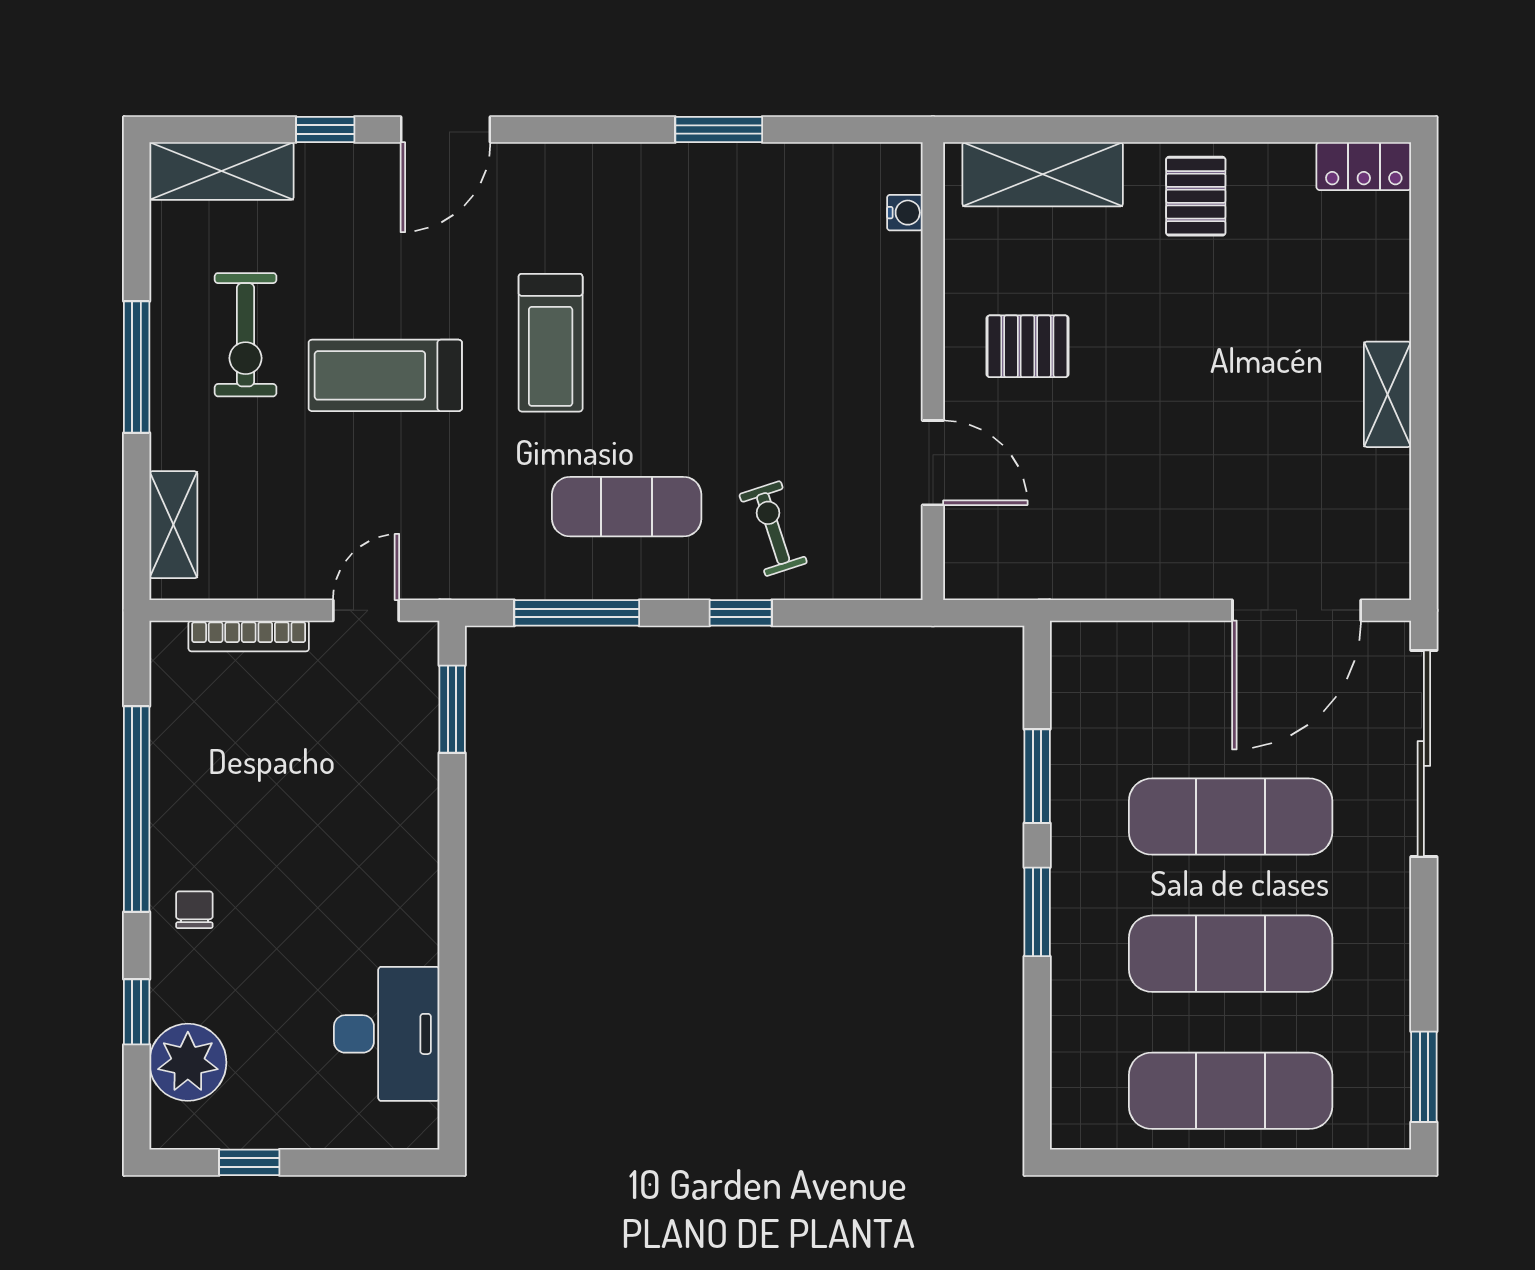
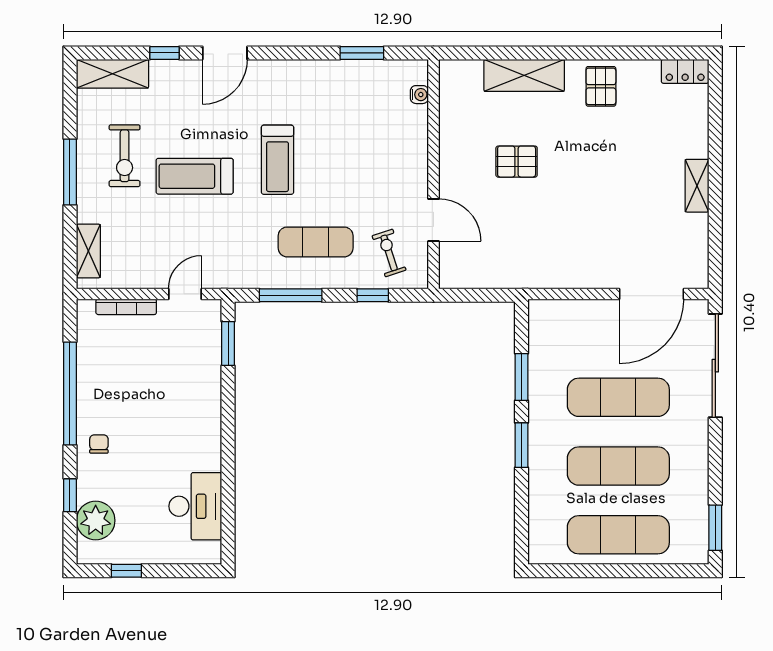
water cooler: (905, 213) -> (419, 95), moved
wall: (933, 371) -> (433, 174), moved
door: (933, 463) -> (433, 220), moved

